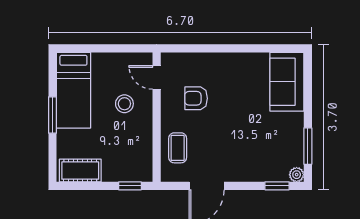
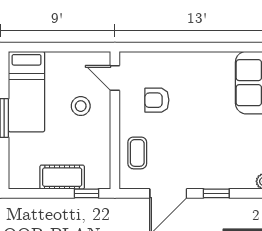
cot: (80, 171) -> (62, 177), moved
window: (277, 186) -> (216, 193), moved

